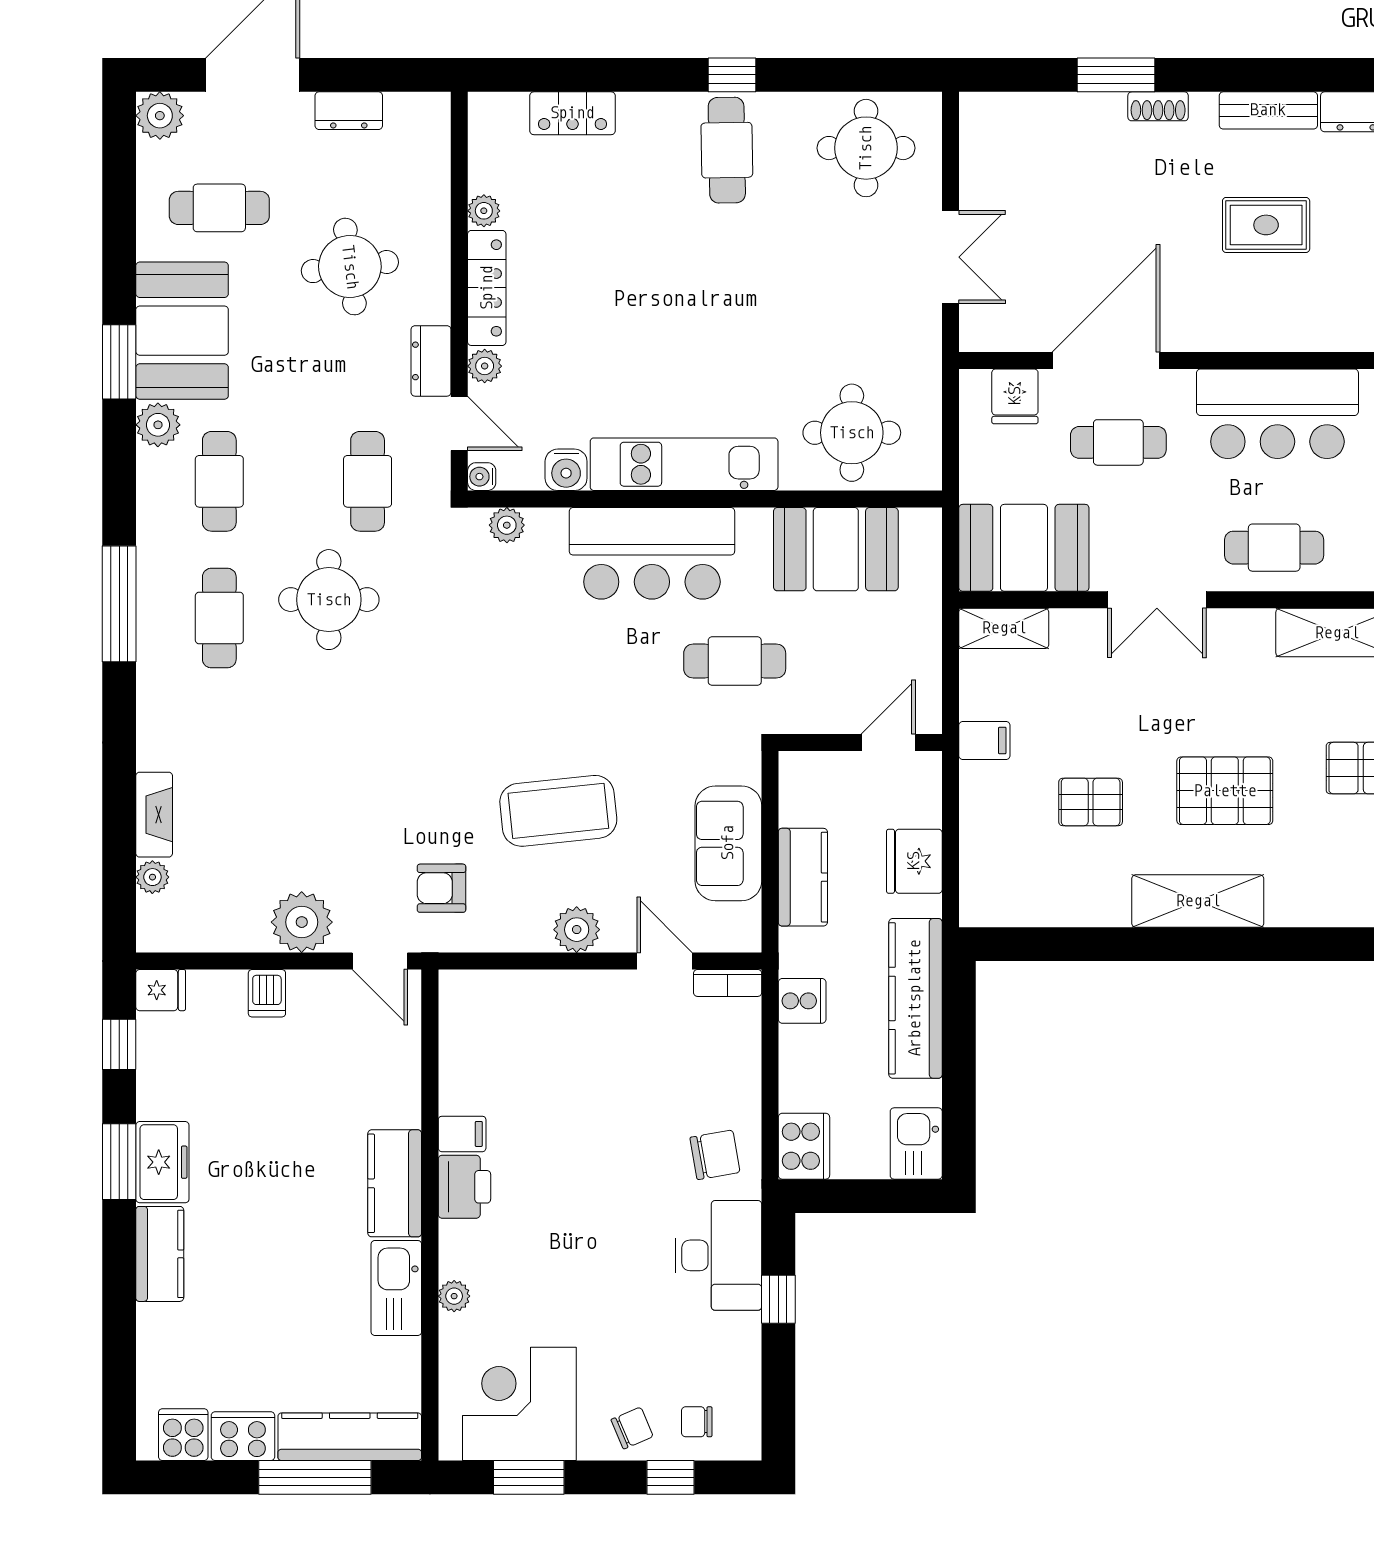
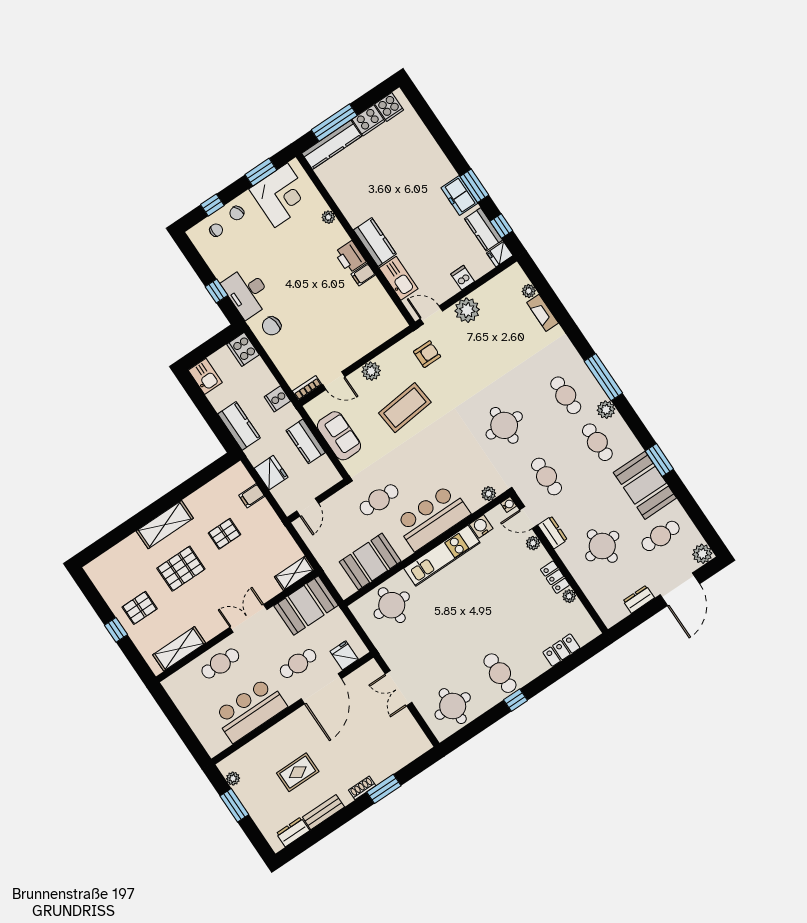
locker: (487, 288) -> (555, 577), width x0.66
plant: (158, 425) -> (606, 410), moved
round table: (329, 600) -> (504, 425), moved
filing cabinet: (984, 740) -> (252, 496), moved
kitchen counter: (915, 998) -> (239, 426), width x0.67
kitchen counter: (160, 1254) -> (483, 229), moved
kitchen sink: (396, 1288) -> (398, 278), moved

